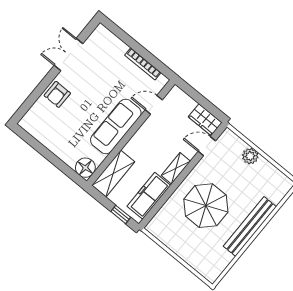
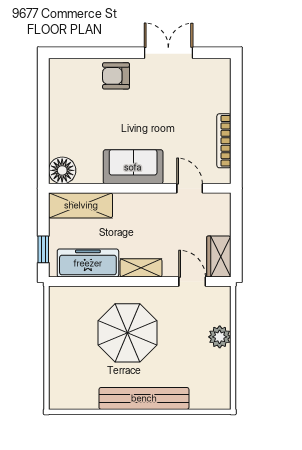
sofa: (116, 126) -> (133, 167), width x0.73

